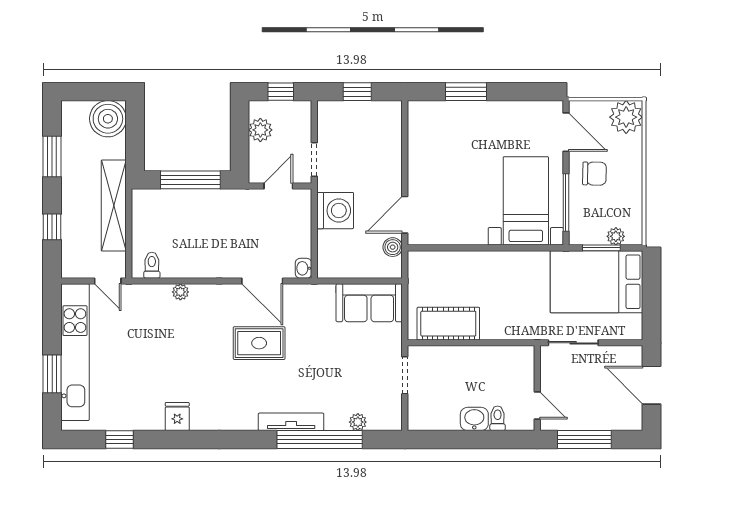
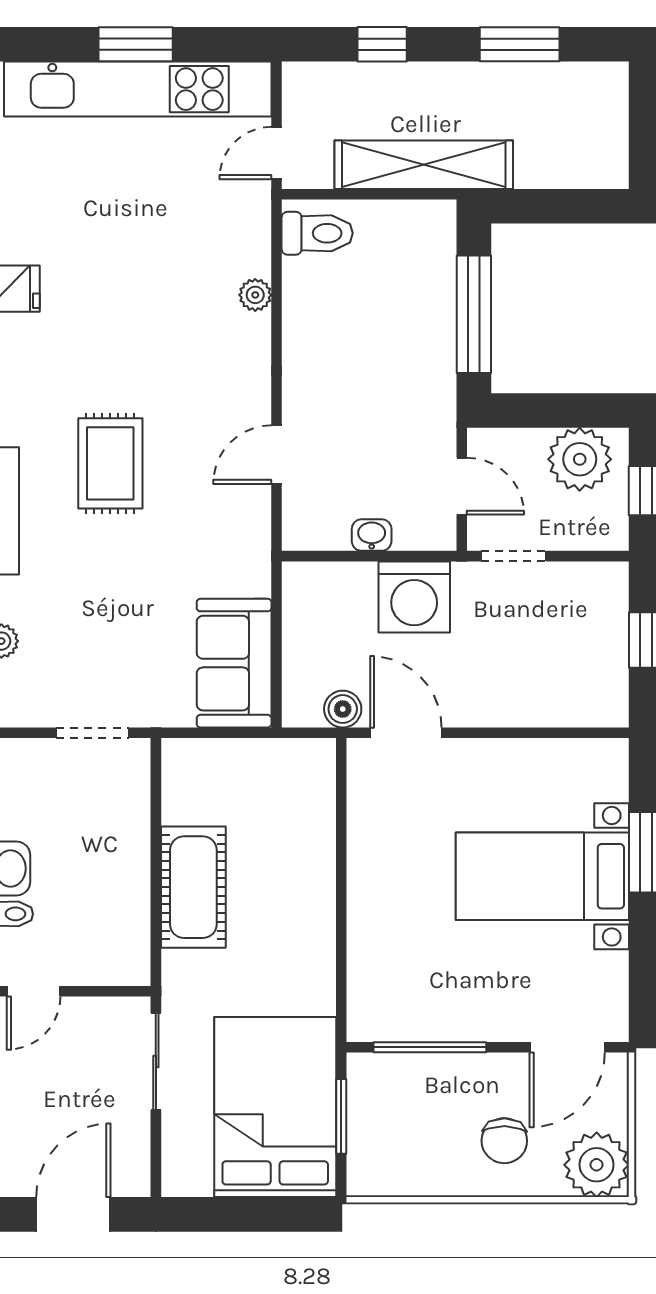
boiler: (108, 119) -> (593, 153), removed
plant: (260, 130) -> (580, 459), width x1.36, depth x1.36
chair: (594, 174) -> (504, 1141), moved
bed with nightstands: (526, 201) -> (542, 876), moved, turned 180
plant: (616, 236) -> (364, 1145), removed
toilet: (152, 265) -> (317, 233), width x1.37, depth x1.39
washbasin: (303, 268) -> (372, 535), moved
door: (262, 281) -> (277, 455), width x0.73
cot: (448, 324) -> (193, 887), moved
rug: (259, 343) -> (110, 463), moved
window: (52, 374) -> (136, 44), moved

